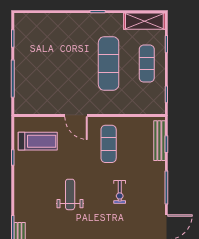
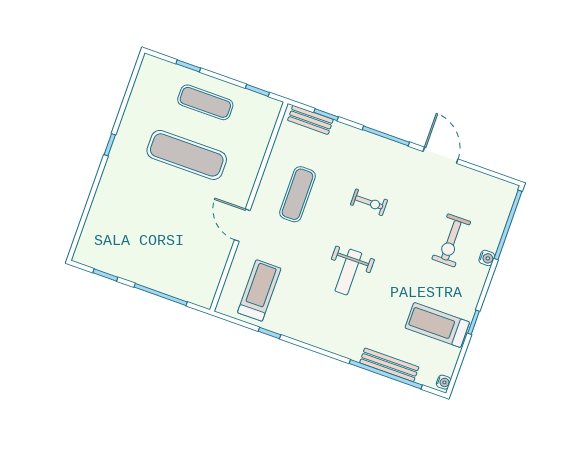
shelving: (144, 21) -> (146, 85), removed
door: (76, 115) -> (242, 225), swing flipped
bench: (159, 141) -> (310, 120), width x0.73
exercise mat: (109, 144) -> (297, 194), turned 90
weight bench: (70, 194) -> (348, 272), turned -90

